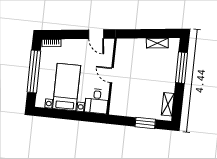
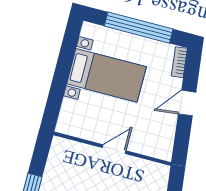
door: (96, 34) -> (187, 103), moved
desk: (97, 101) -> (77, 119), removed

